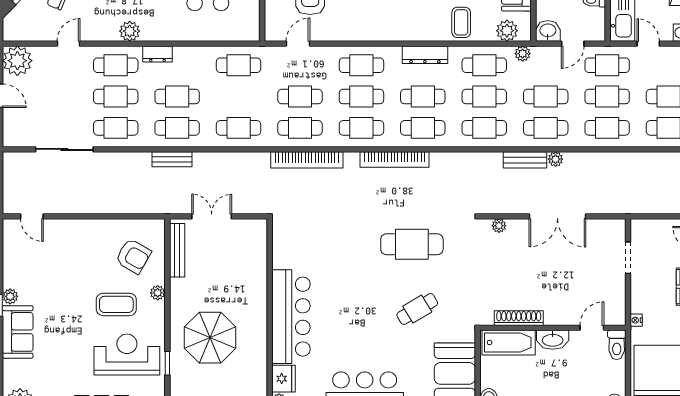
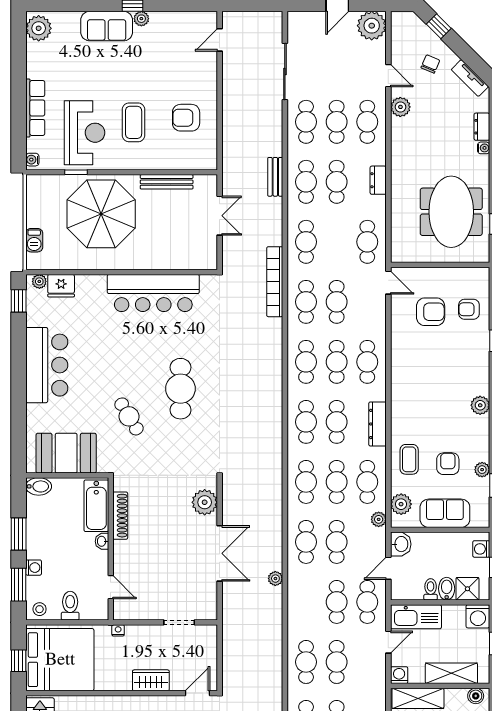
coffee table: (461, 22) -> (409, 459), turned 90
plant: (130, 31) -> (400, 107), moved
door: (298, 44) -> (388, 283), moved
door: (573, 44) -> (388, 568), hinge flipped
dresser: (157, 54) -> (378, 180), moved
cafe table: (607, 128) -> (306, 602), removed
plant: (556, 159) -> (275, 579), moved
bookcase: (307, 160) -> (275, 282), moved
bookcase: (395, 160) -> (275, 394), removed
bench: (525, 160) -> (275, 522), removed
double door: (557, 216) -> (220, 553), swing flipped
plant: (499, 226) -> (205, 502), width x1.88, depth x1.88
cafe table: (412, 244) -> (180, 389), moved
bench: (177, 250) -> (167, 182), moved
armchair: (133, 256) -> (186, 118), moved, turned 60
plant: (158, 293) -> (145, 163), removed
bar counter: (291, 317) -> (153, 293), moved
parasol: (210, 338) -> (101, 214), width x1.36, depth x1.36
washbasin: (553, 340) -> (102, 541), width x0.52, depth x0.69
toilet: (617, 345) -> (70, 606), moved, turned 90

